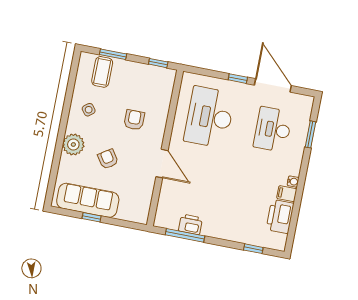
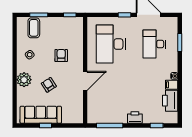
door: (162, 164) -> (85, 81), hinge flipped
printer: (190, 224) -> (135, 118), moved

